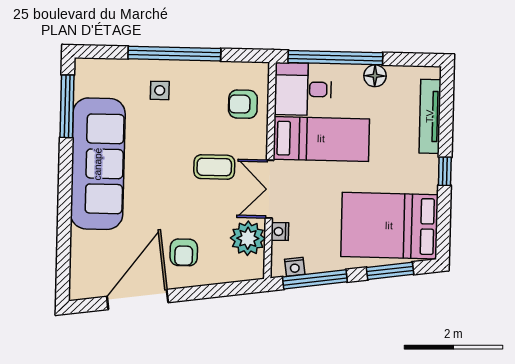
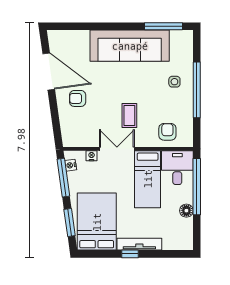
tv unit: (430, 116) -> (139, 244), moved
plant: (248, 238) -> (87, 137), removed

